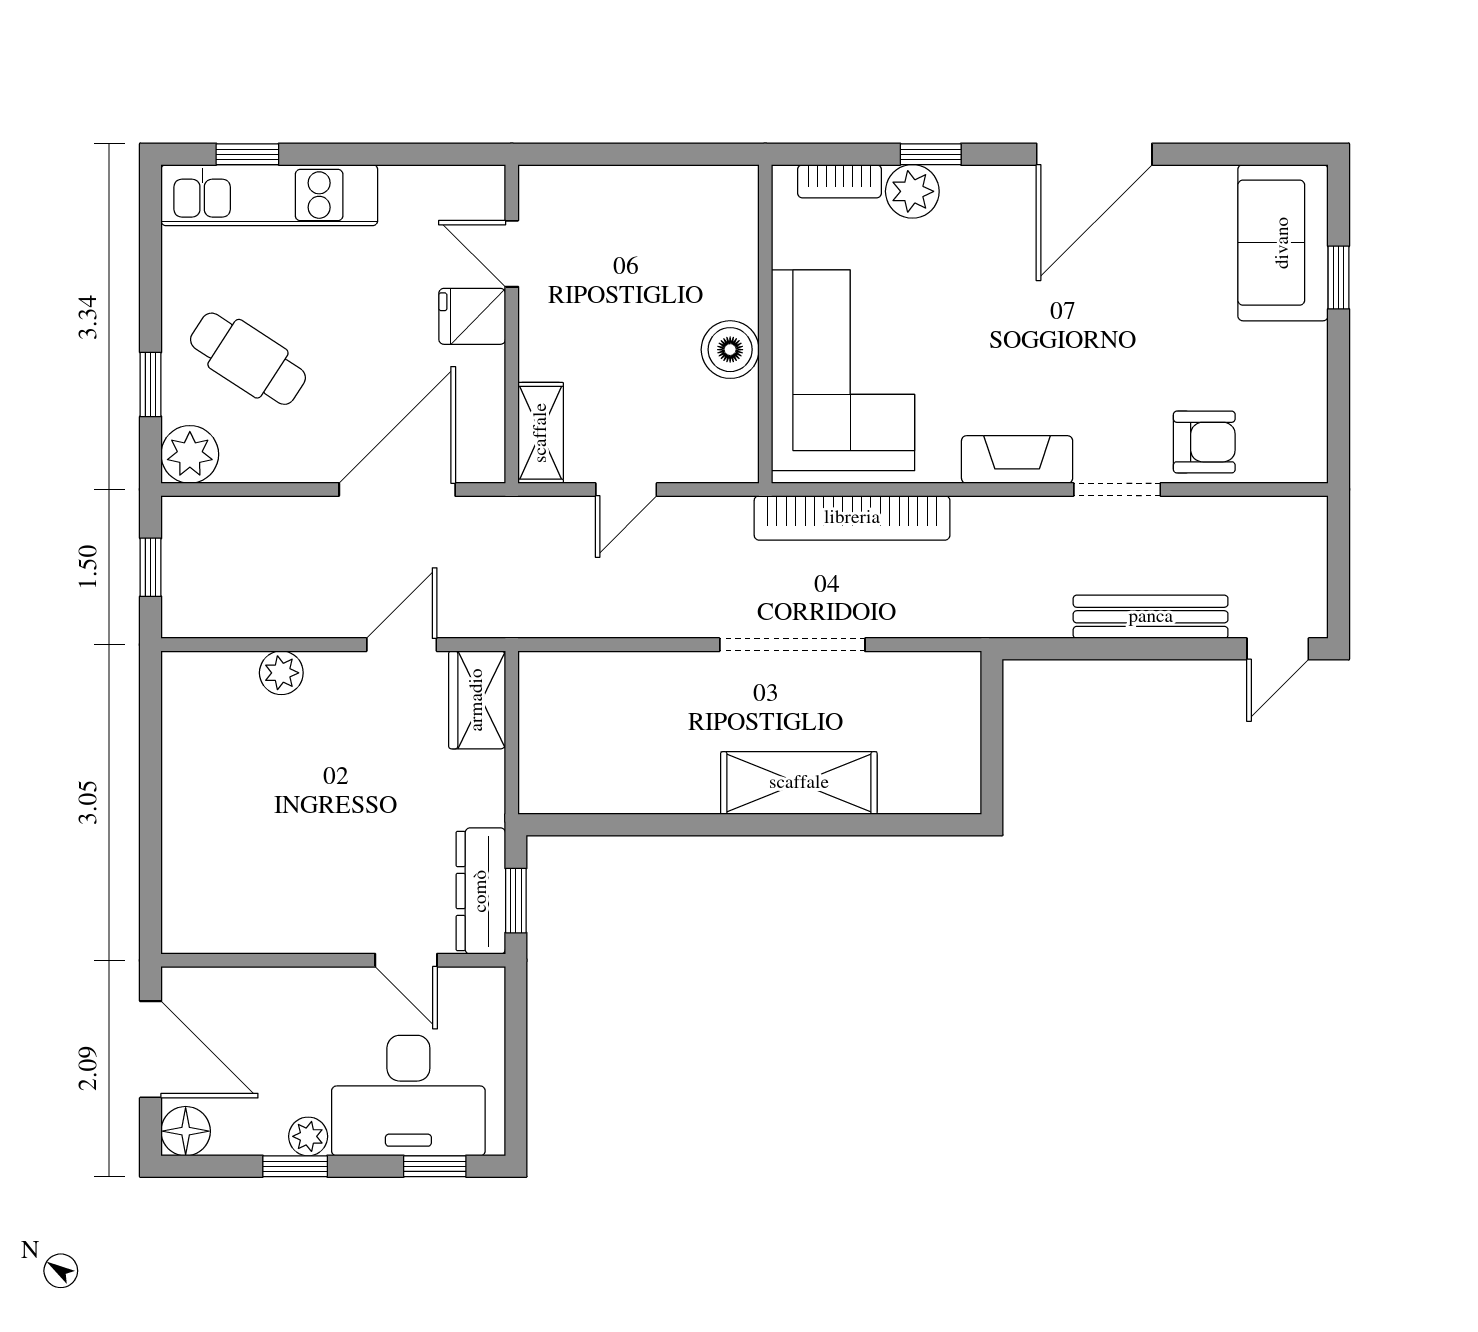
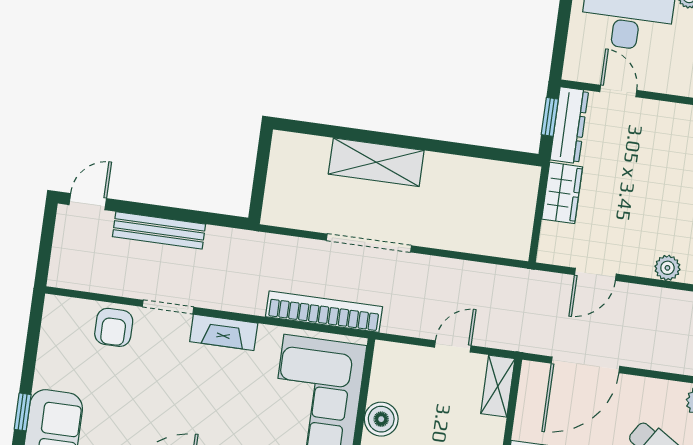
armchair: (1204, 442) -> (114, 327), turned -90
wardrobe: (477, 700) -> (562, 193), moved

